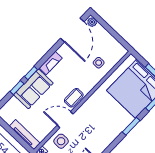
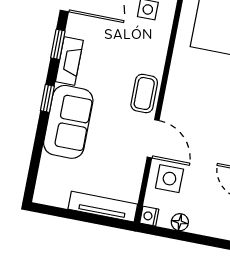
window: (17, 88) -> (58, 44), moved
door: (65, 120) -> (153, 139), swing flipped

